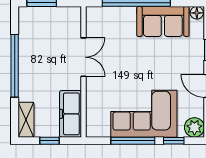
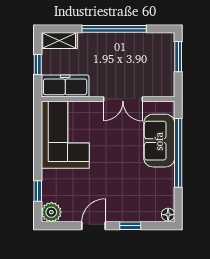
sofa: (163, 21) -> (159, 141), moved
corner sofa: (144, 114) -> (65, 135), moved
window: (133, 141) -> (38, 149), removed

